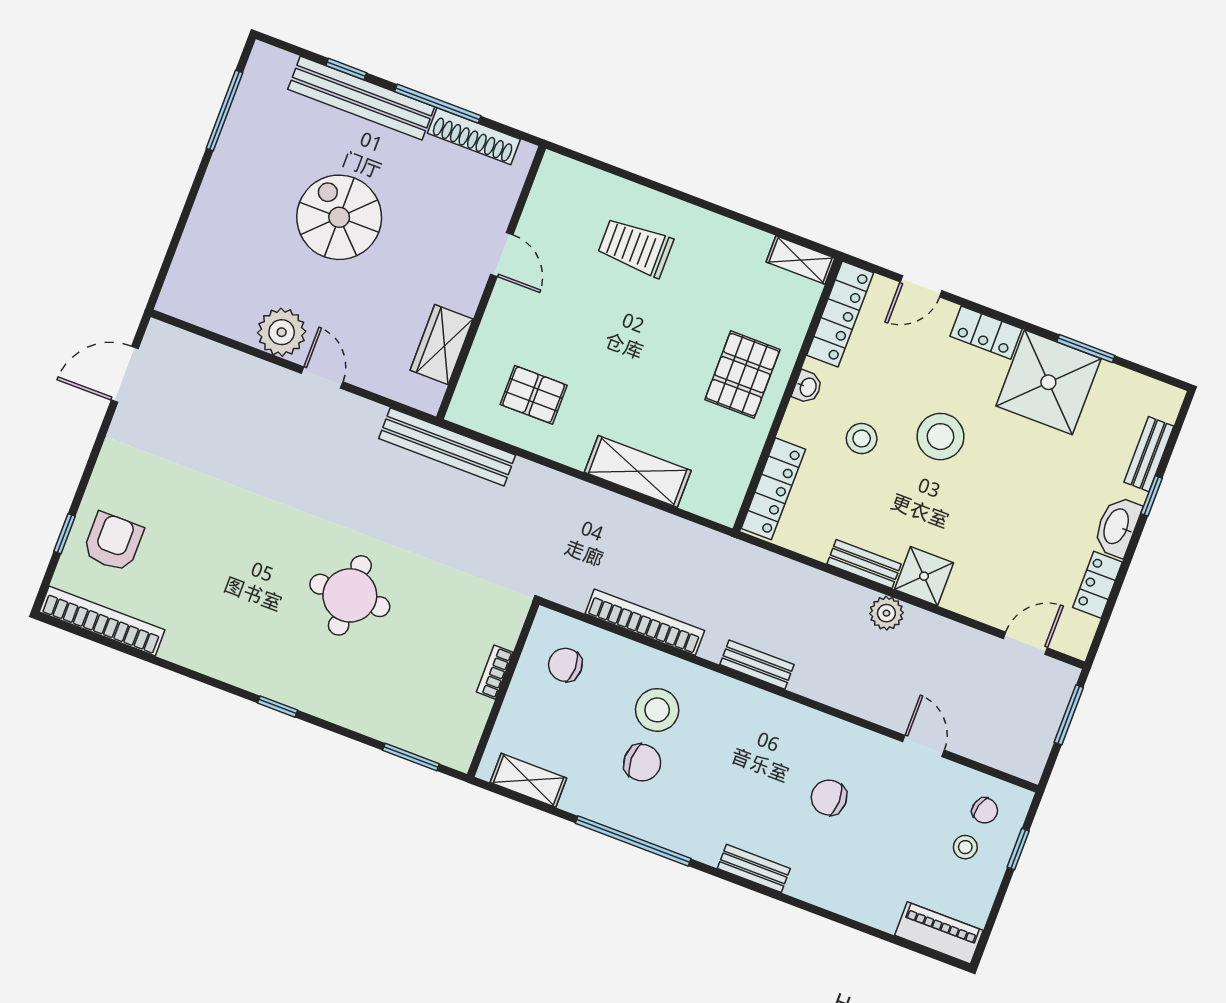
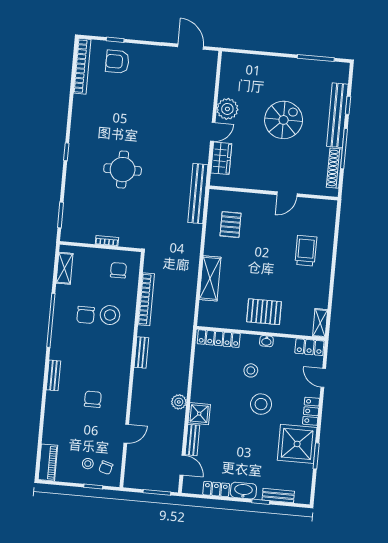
locker: (840, 314) -> (309, 347), width x0.66
wardrobe: (442, 345) -> (221, 158), moved, turned 90
armchair: (113, 542) -> (117, 62), turned 180
bench: (864, 564) -> (192, 440), moved

